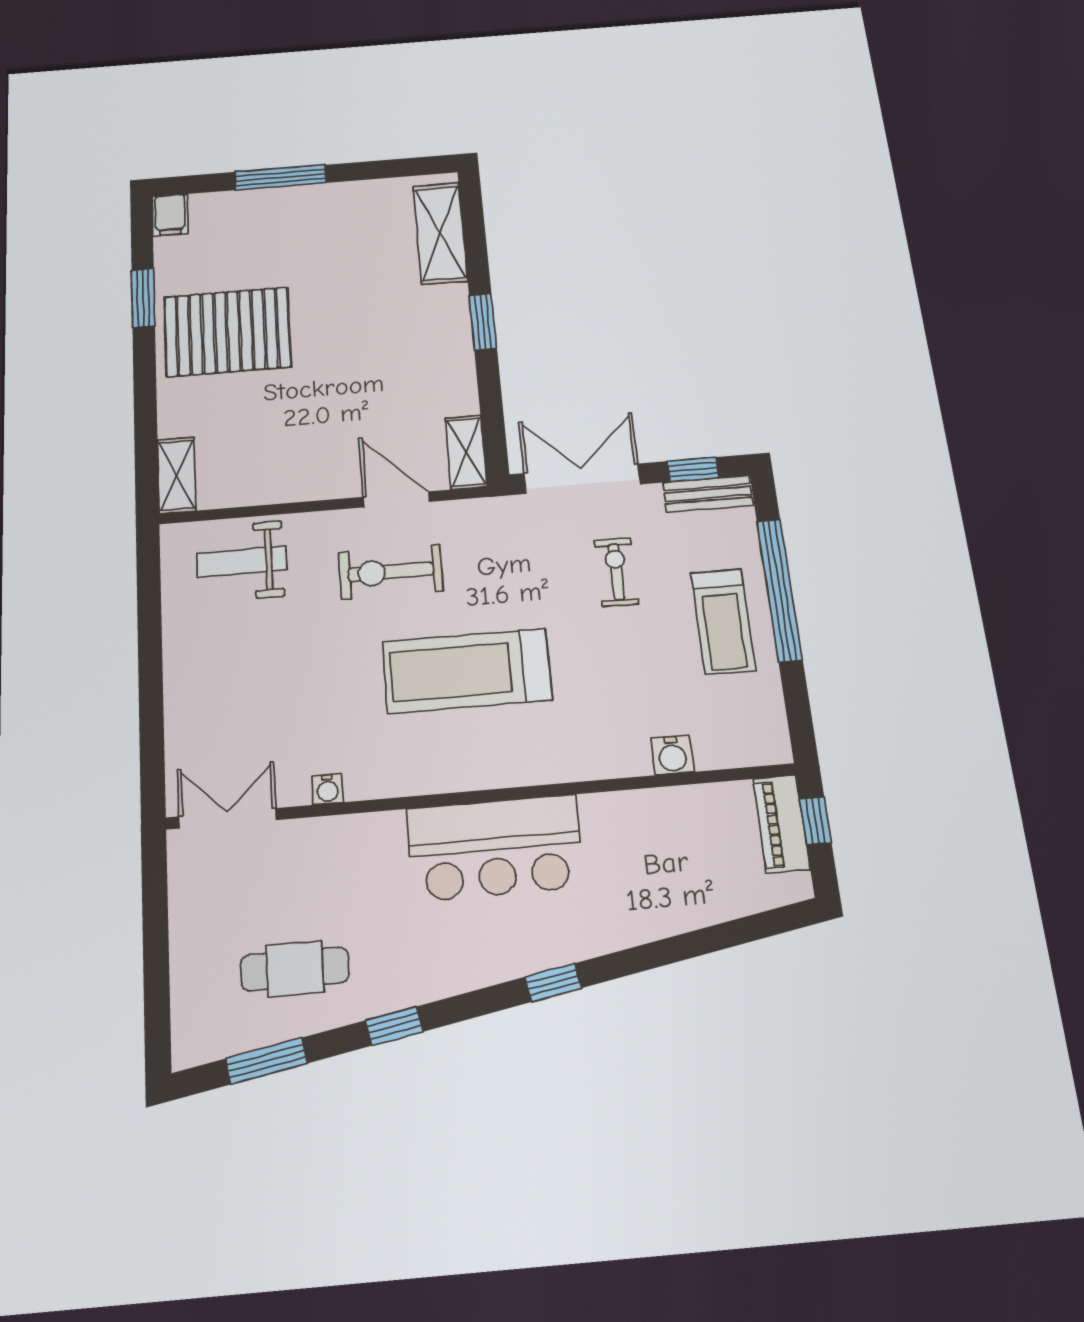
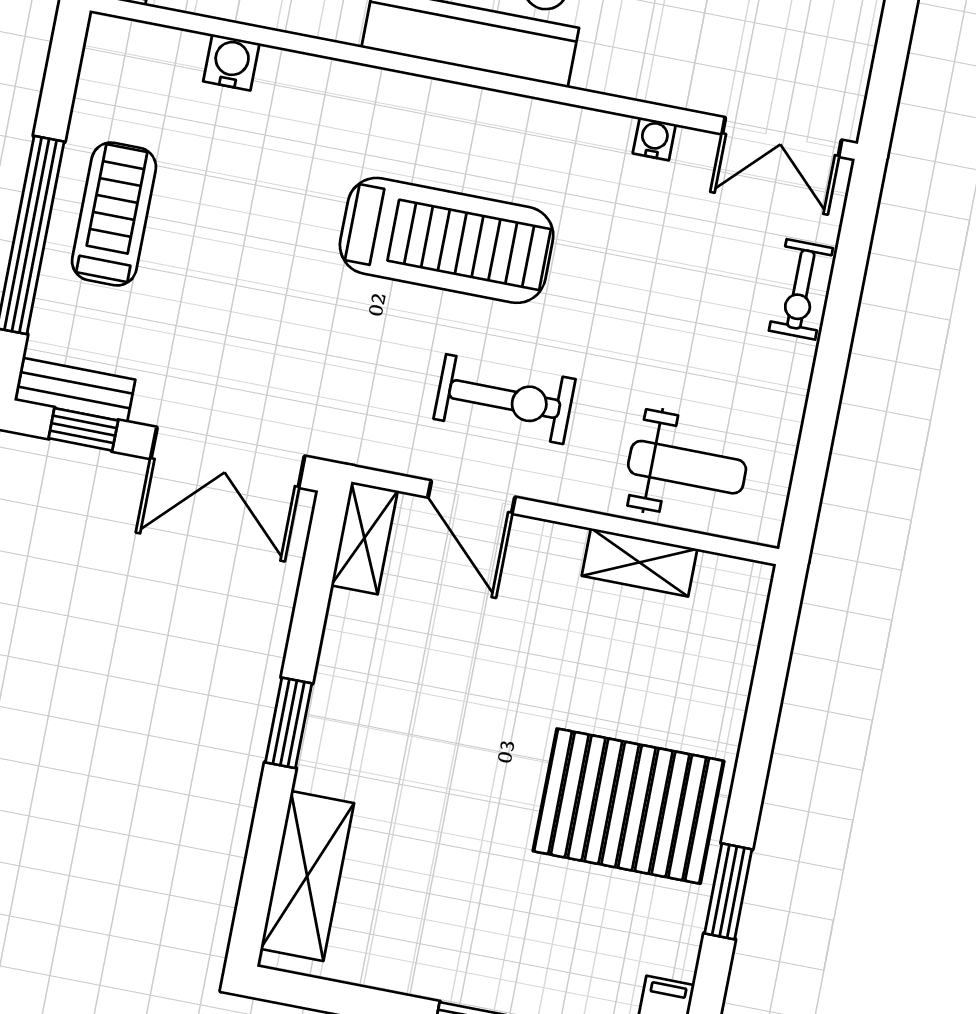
shelving: (177, 475) -> (640, 562), moved, turned 90
exercise bike: (617, 572) -> (801, 289), moved

